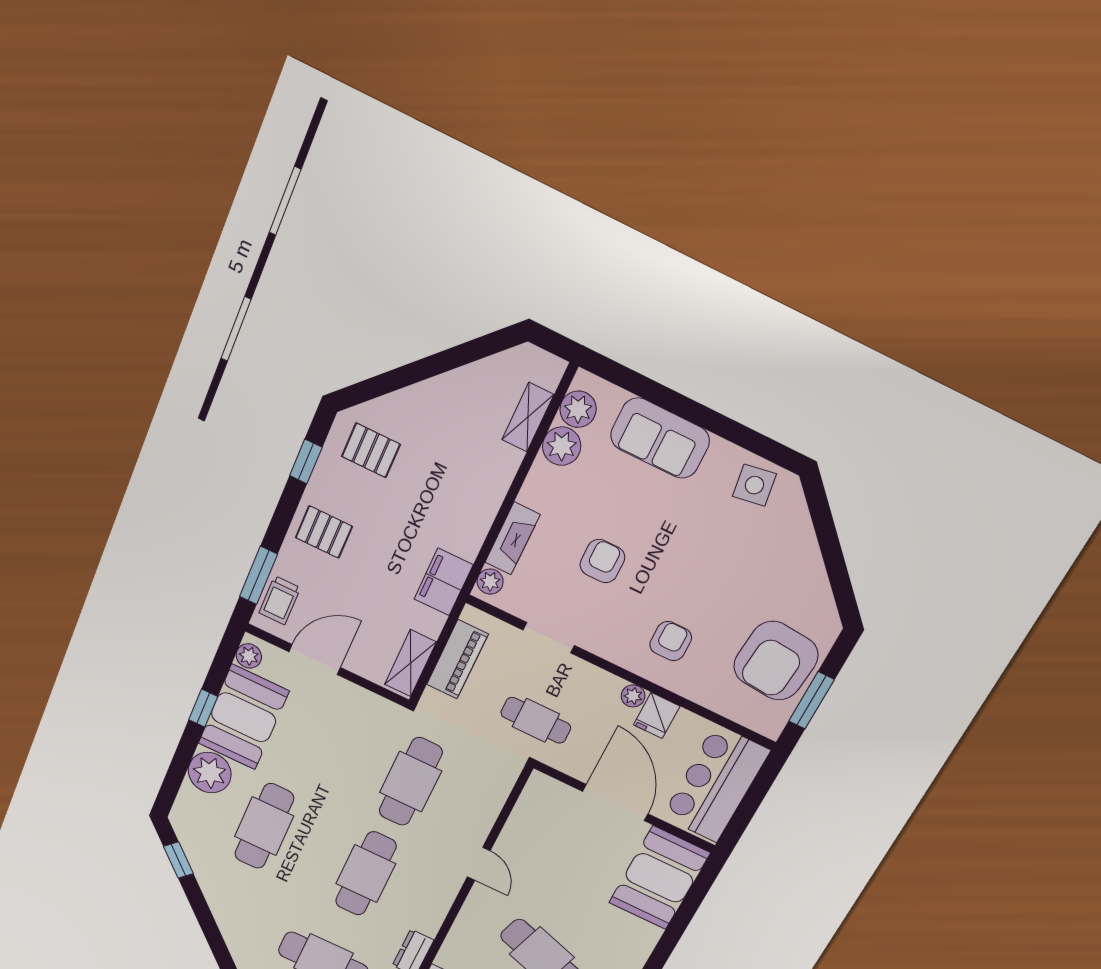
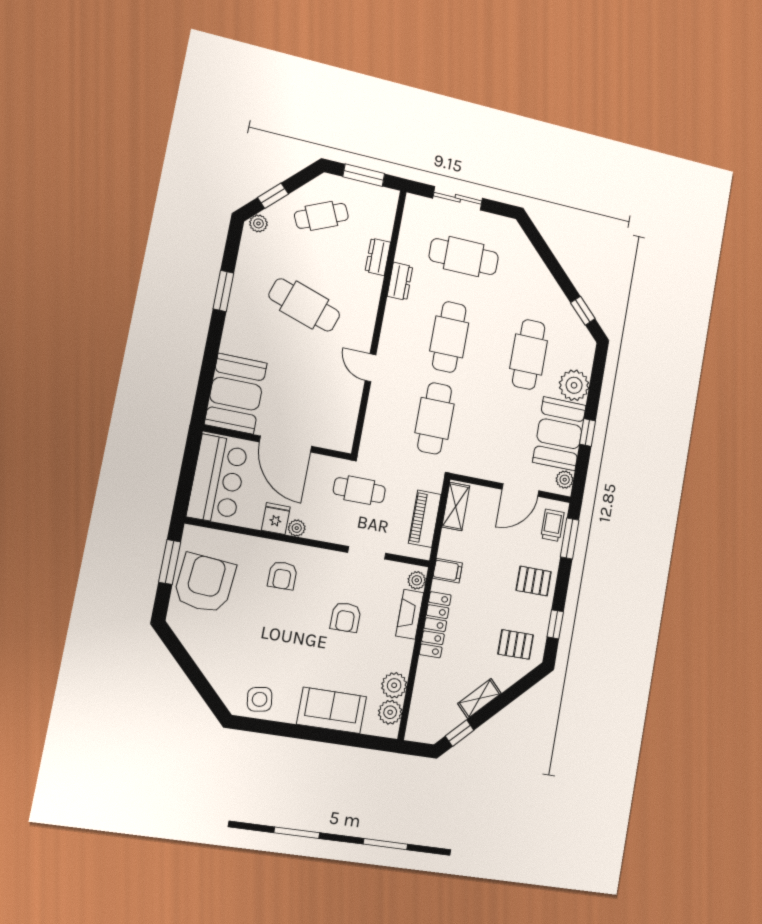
window: (485, 346) -> (460, 733), added
shelving: (528, 417) -> (479, 698), moved, turned 45
locker: (480, 513) -> (435, 625), added
filing cabinet: (444, 582) -> (448, 571), width x0.50

